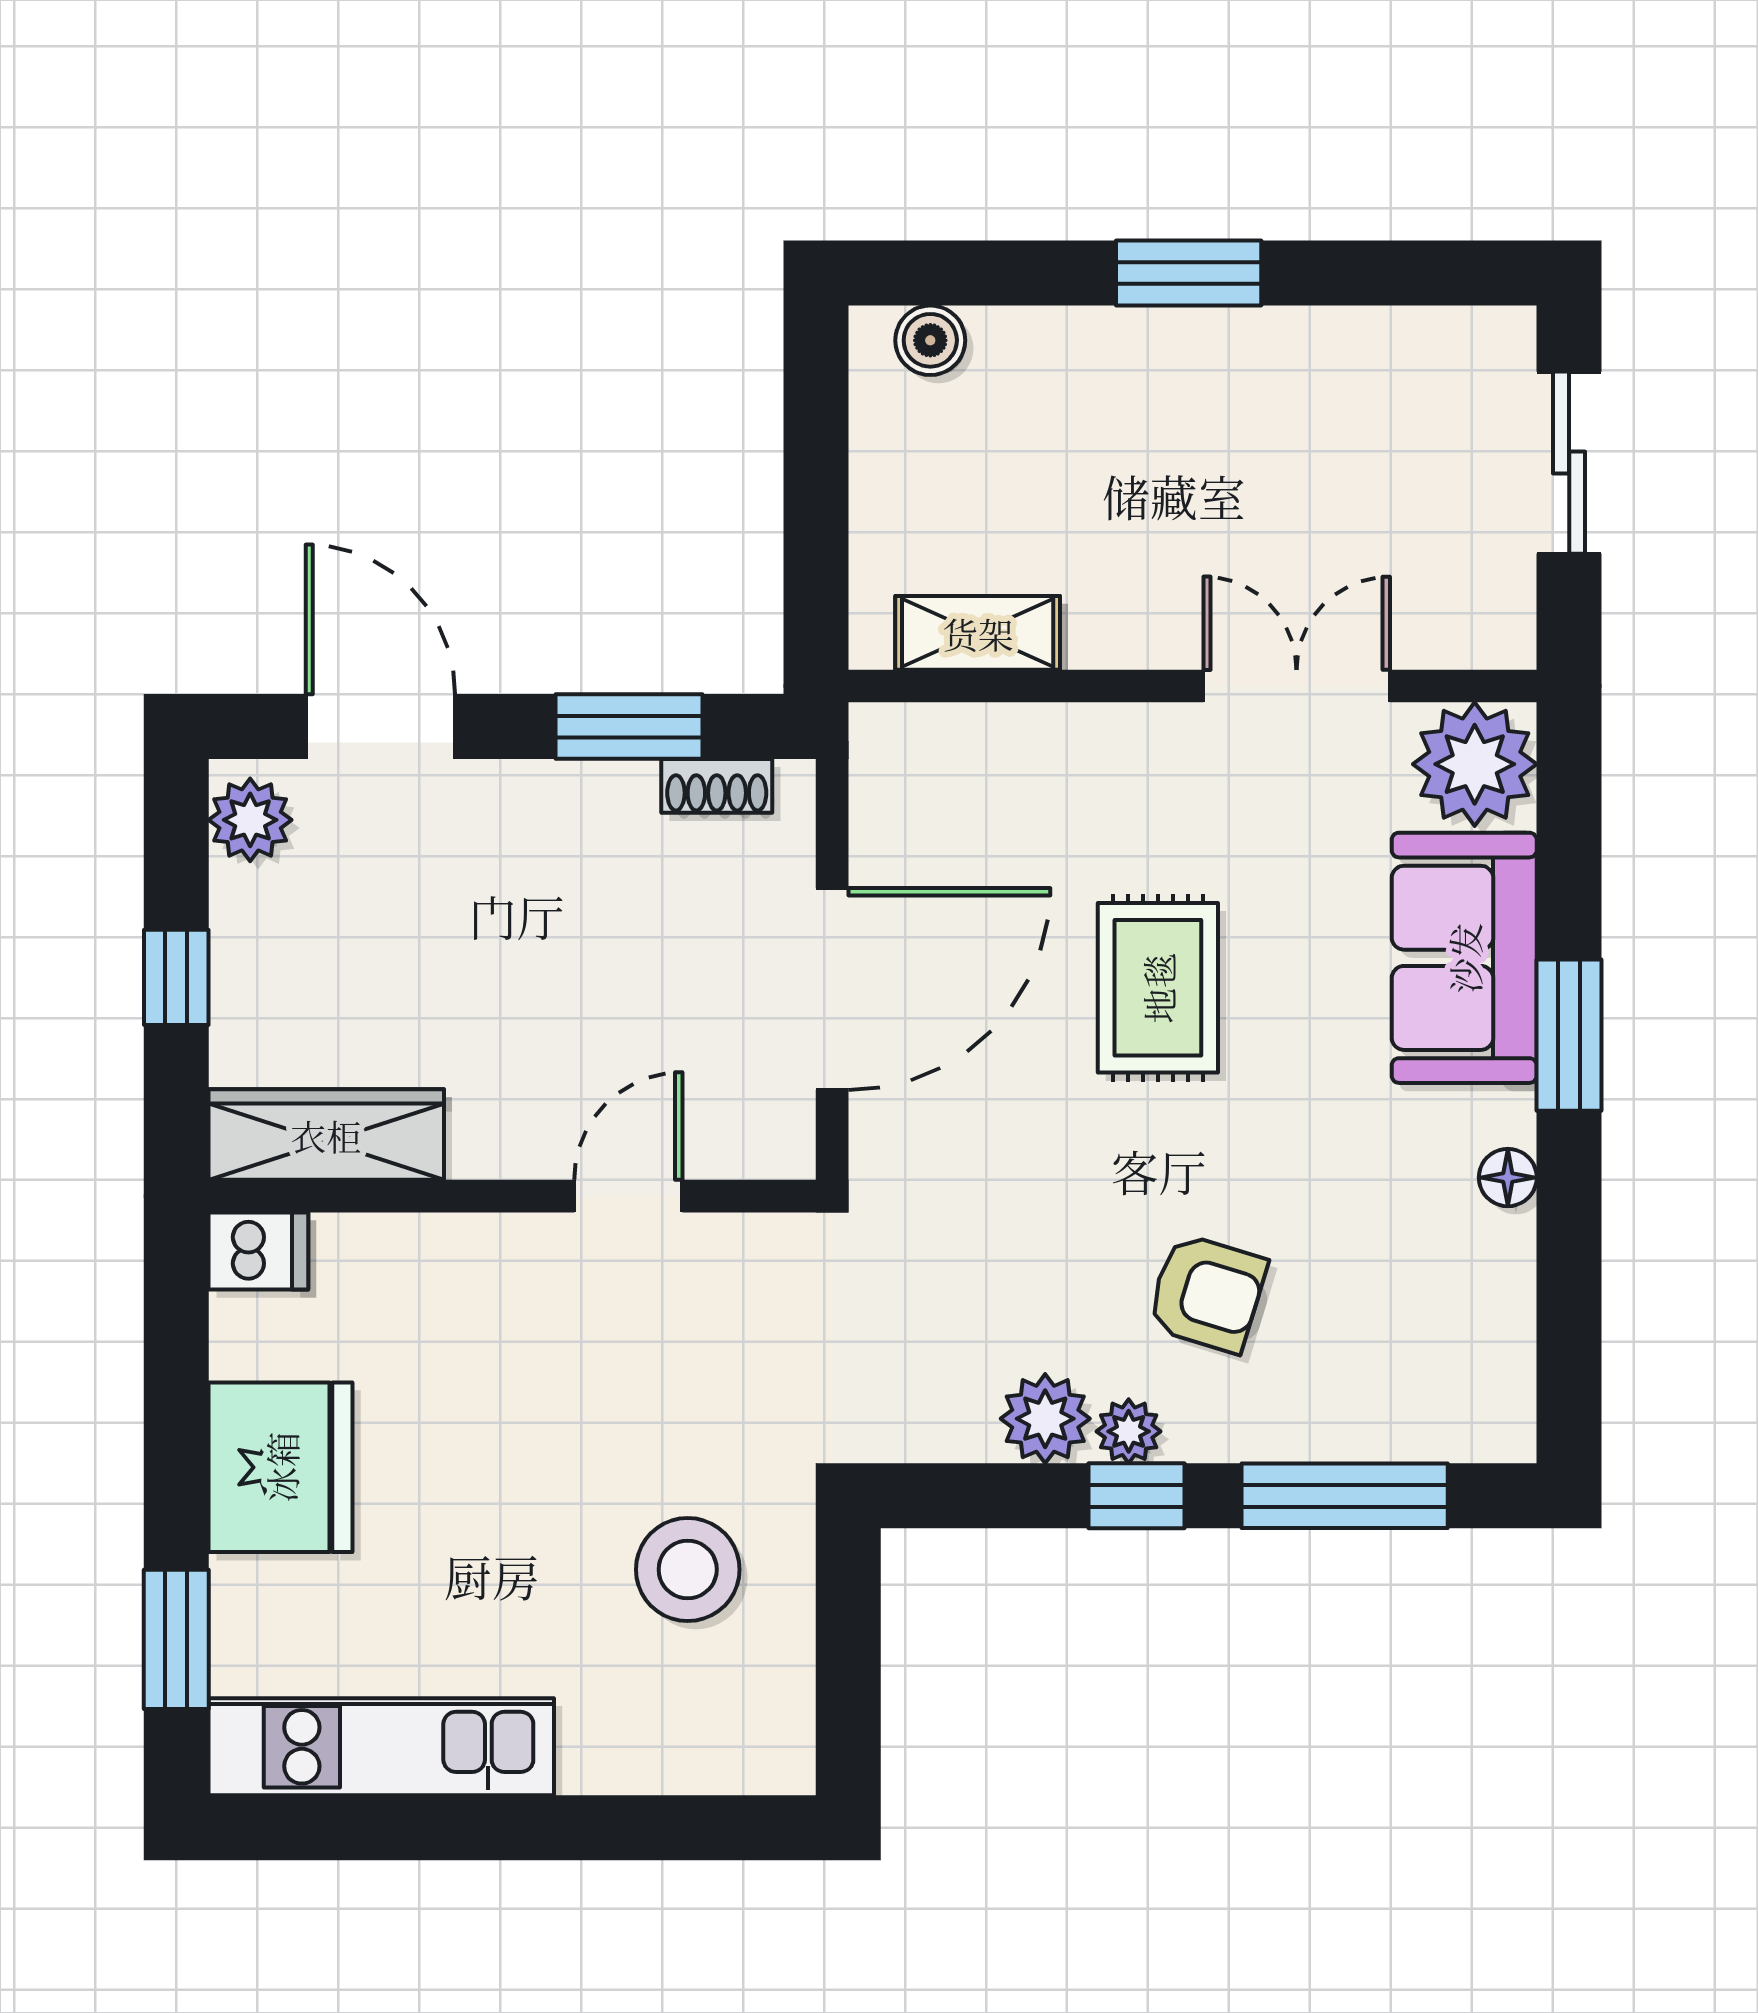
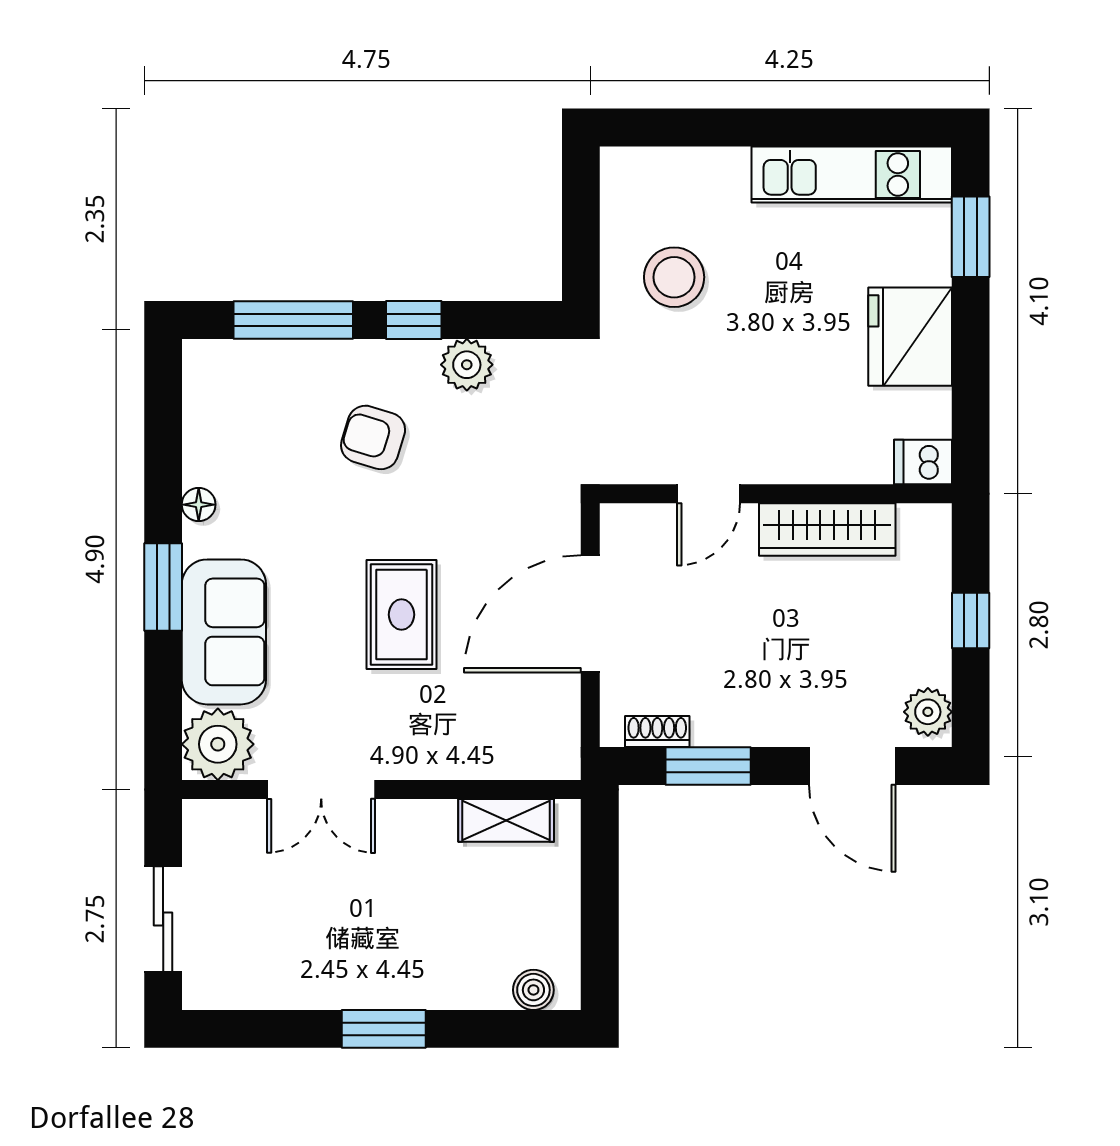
wardrobe: (326, 1135) -> (827, 529), moved
plant: (1129, 1431) -> (418, 357), removed

